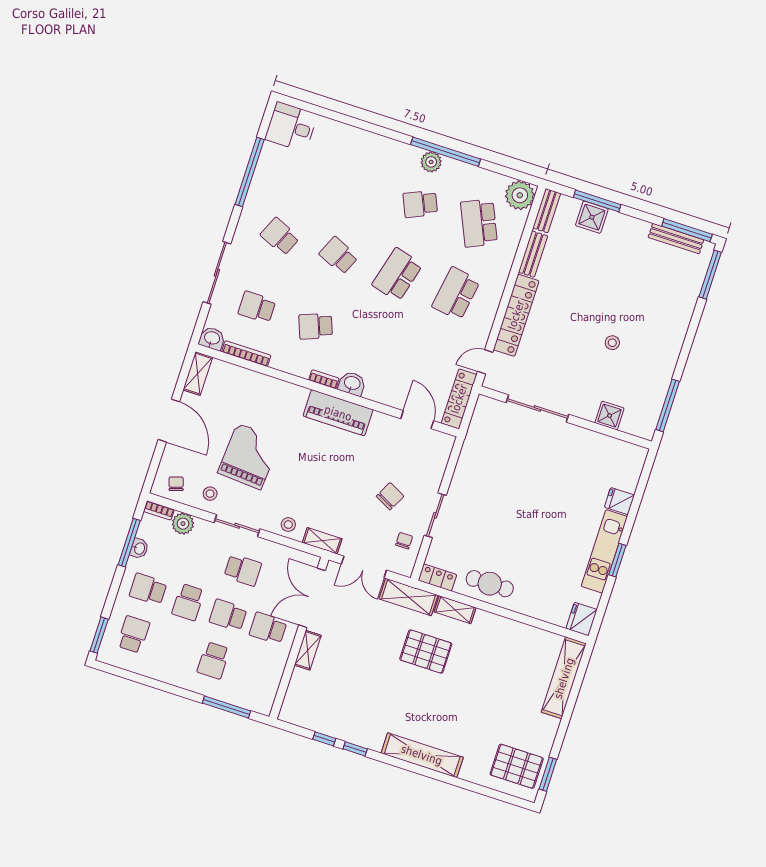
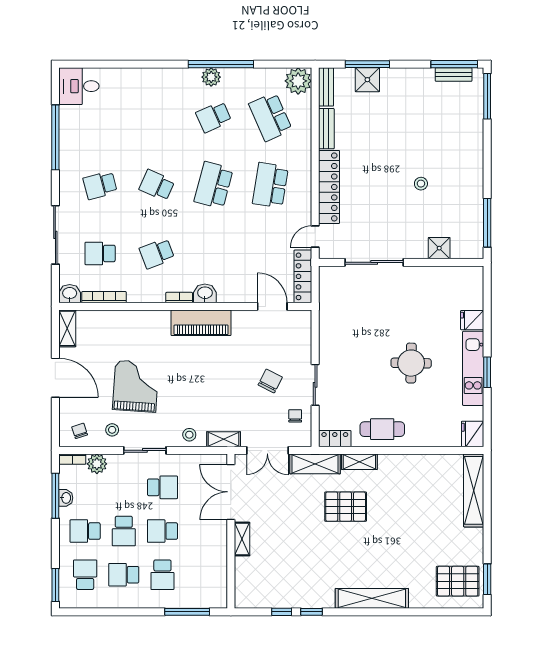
school desk: (280, 236) -> (100, 185), turned -39
bench: (676, 239) -> (454, 74), width x0.73
round table: (542, 525) -> (411, 363), added
school desk: (268, 628) -> (124, 575), moved

